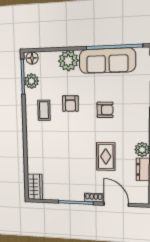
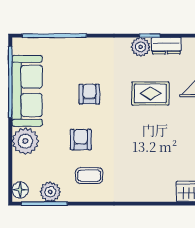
armchair: (70, 104) -> (81, 139), turned -90

